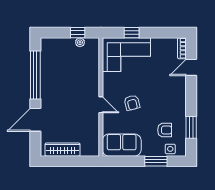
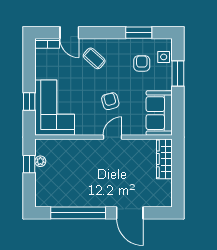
coffee table: (169, 89) -> (94, 58), added
armchair: (132, 103) -> (110, 101), turned -91
wardrobe: (63, 150) -> (164, 159), moved

